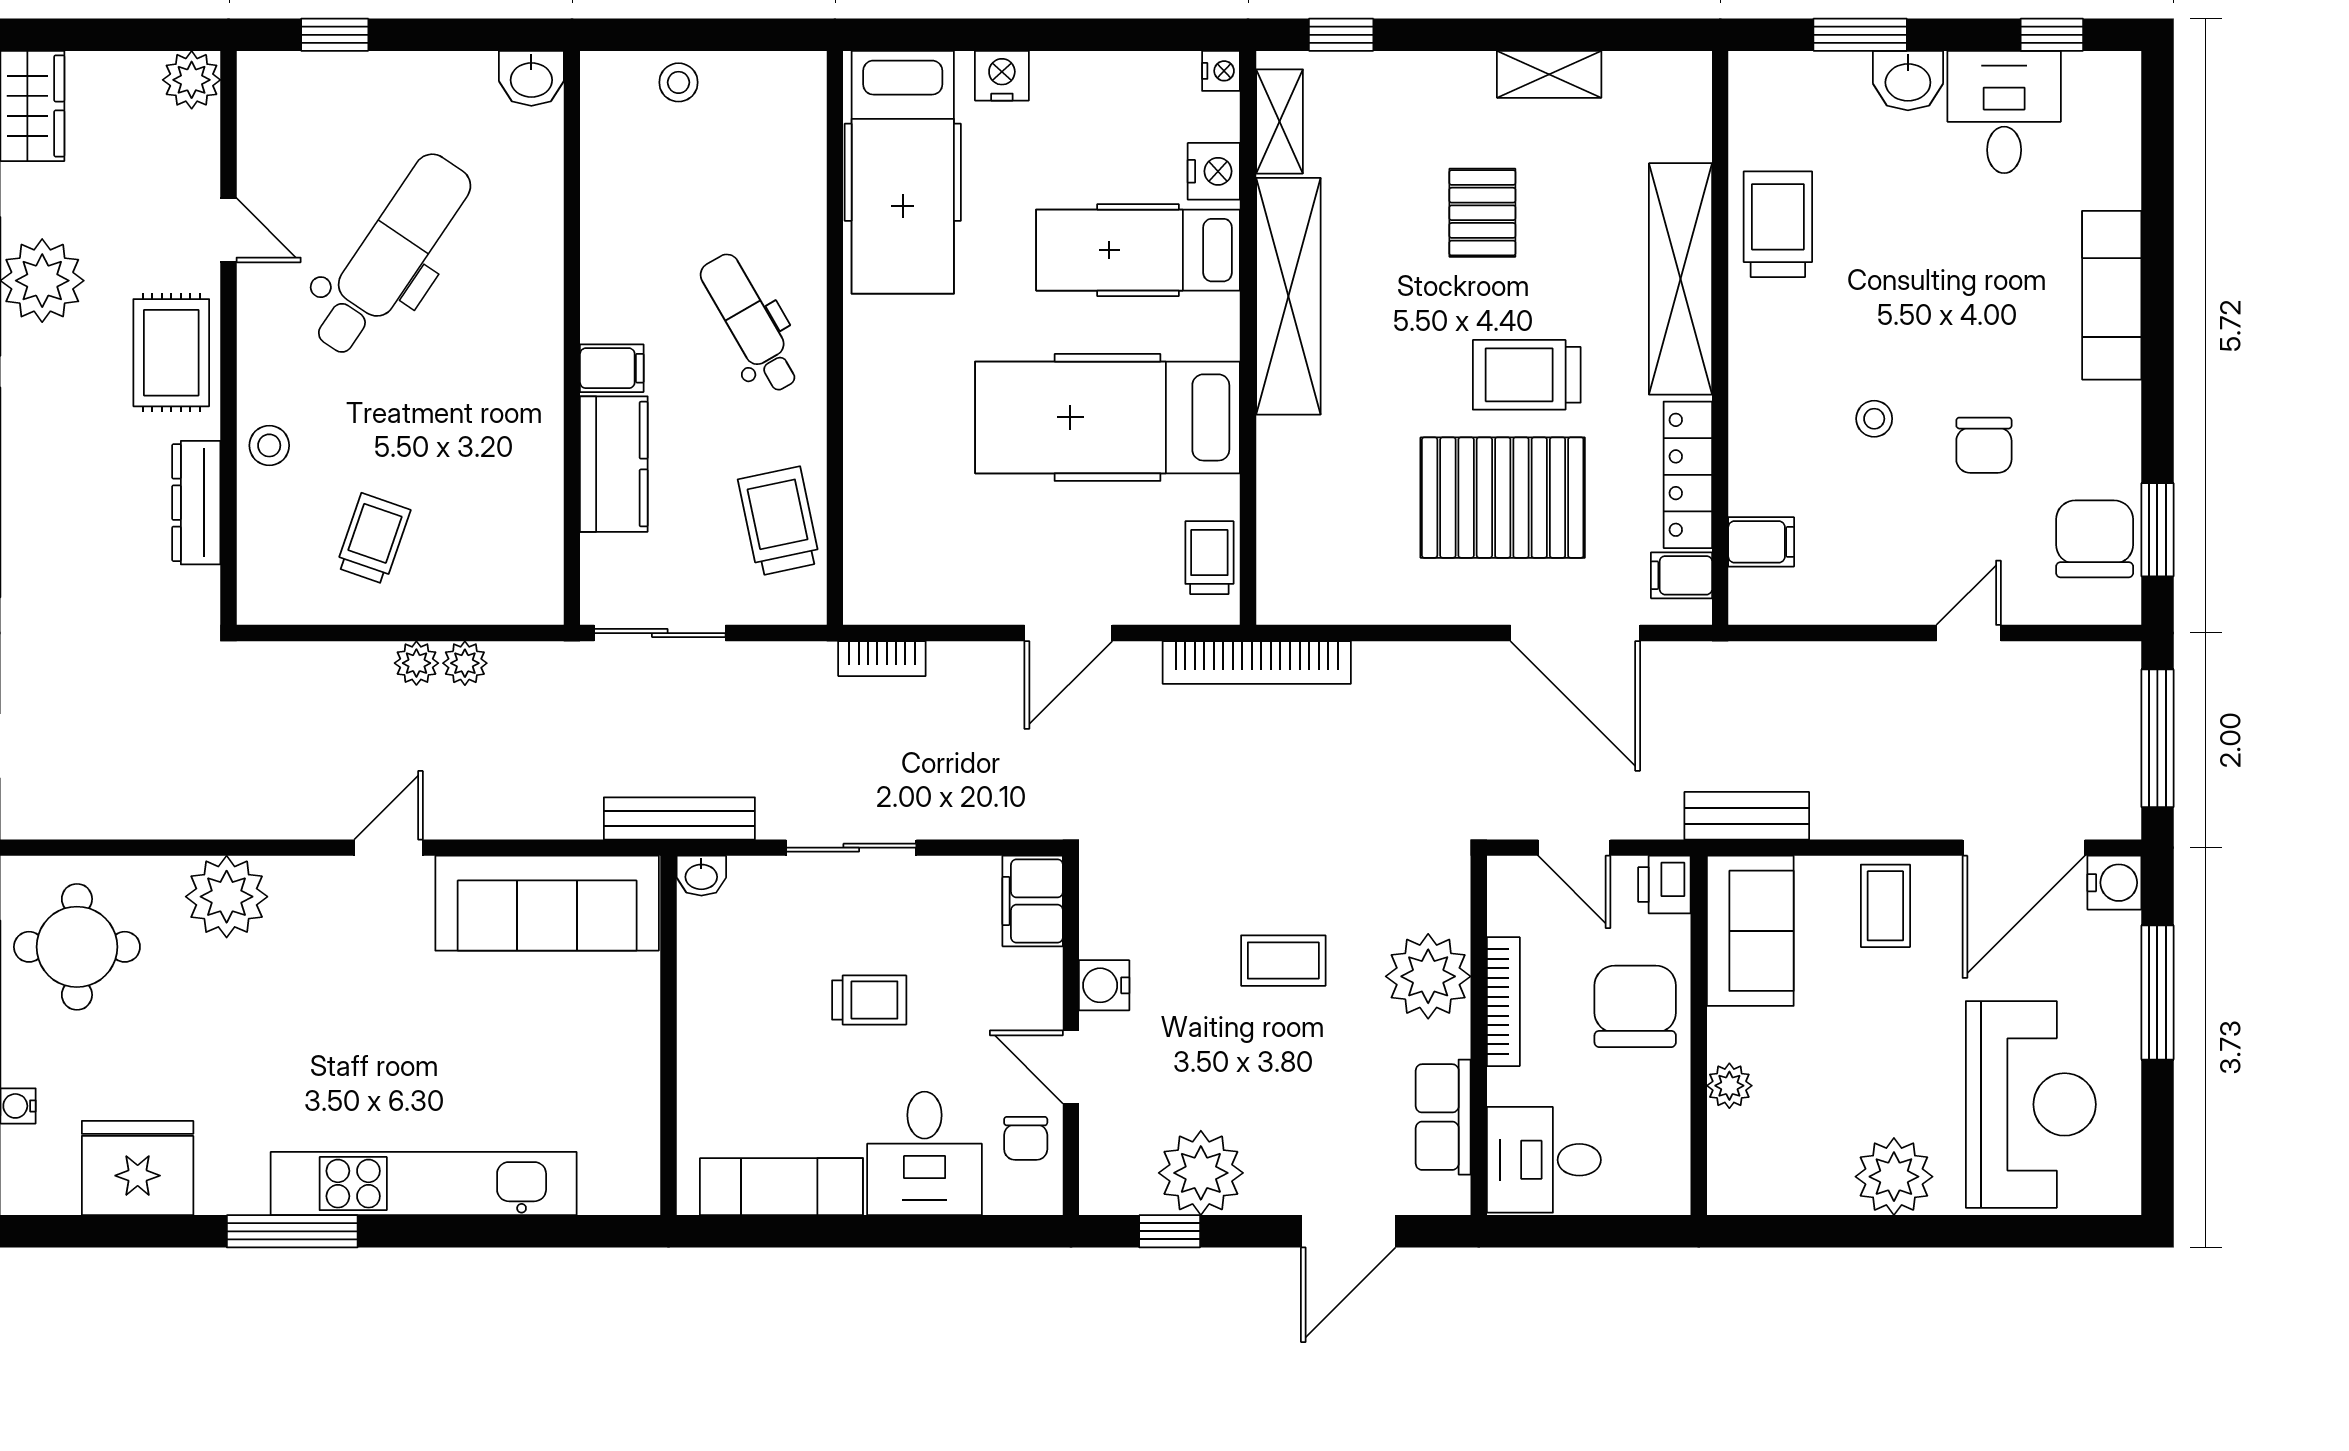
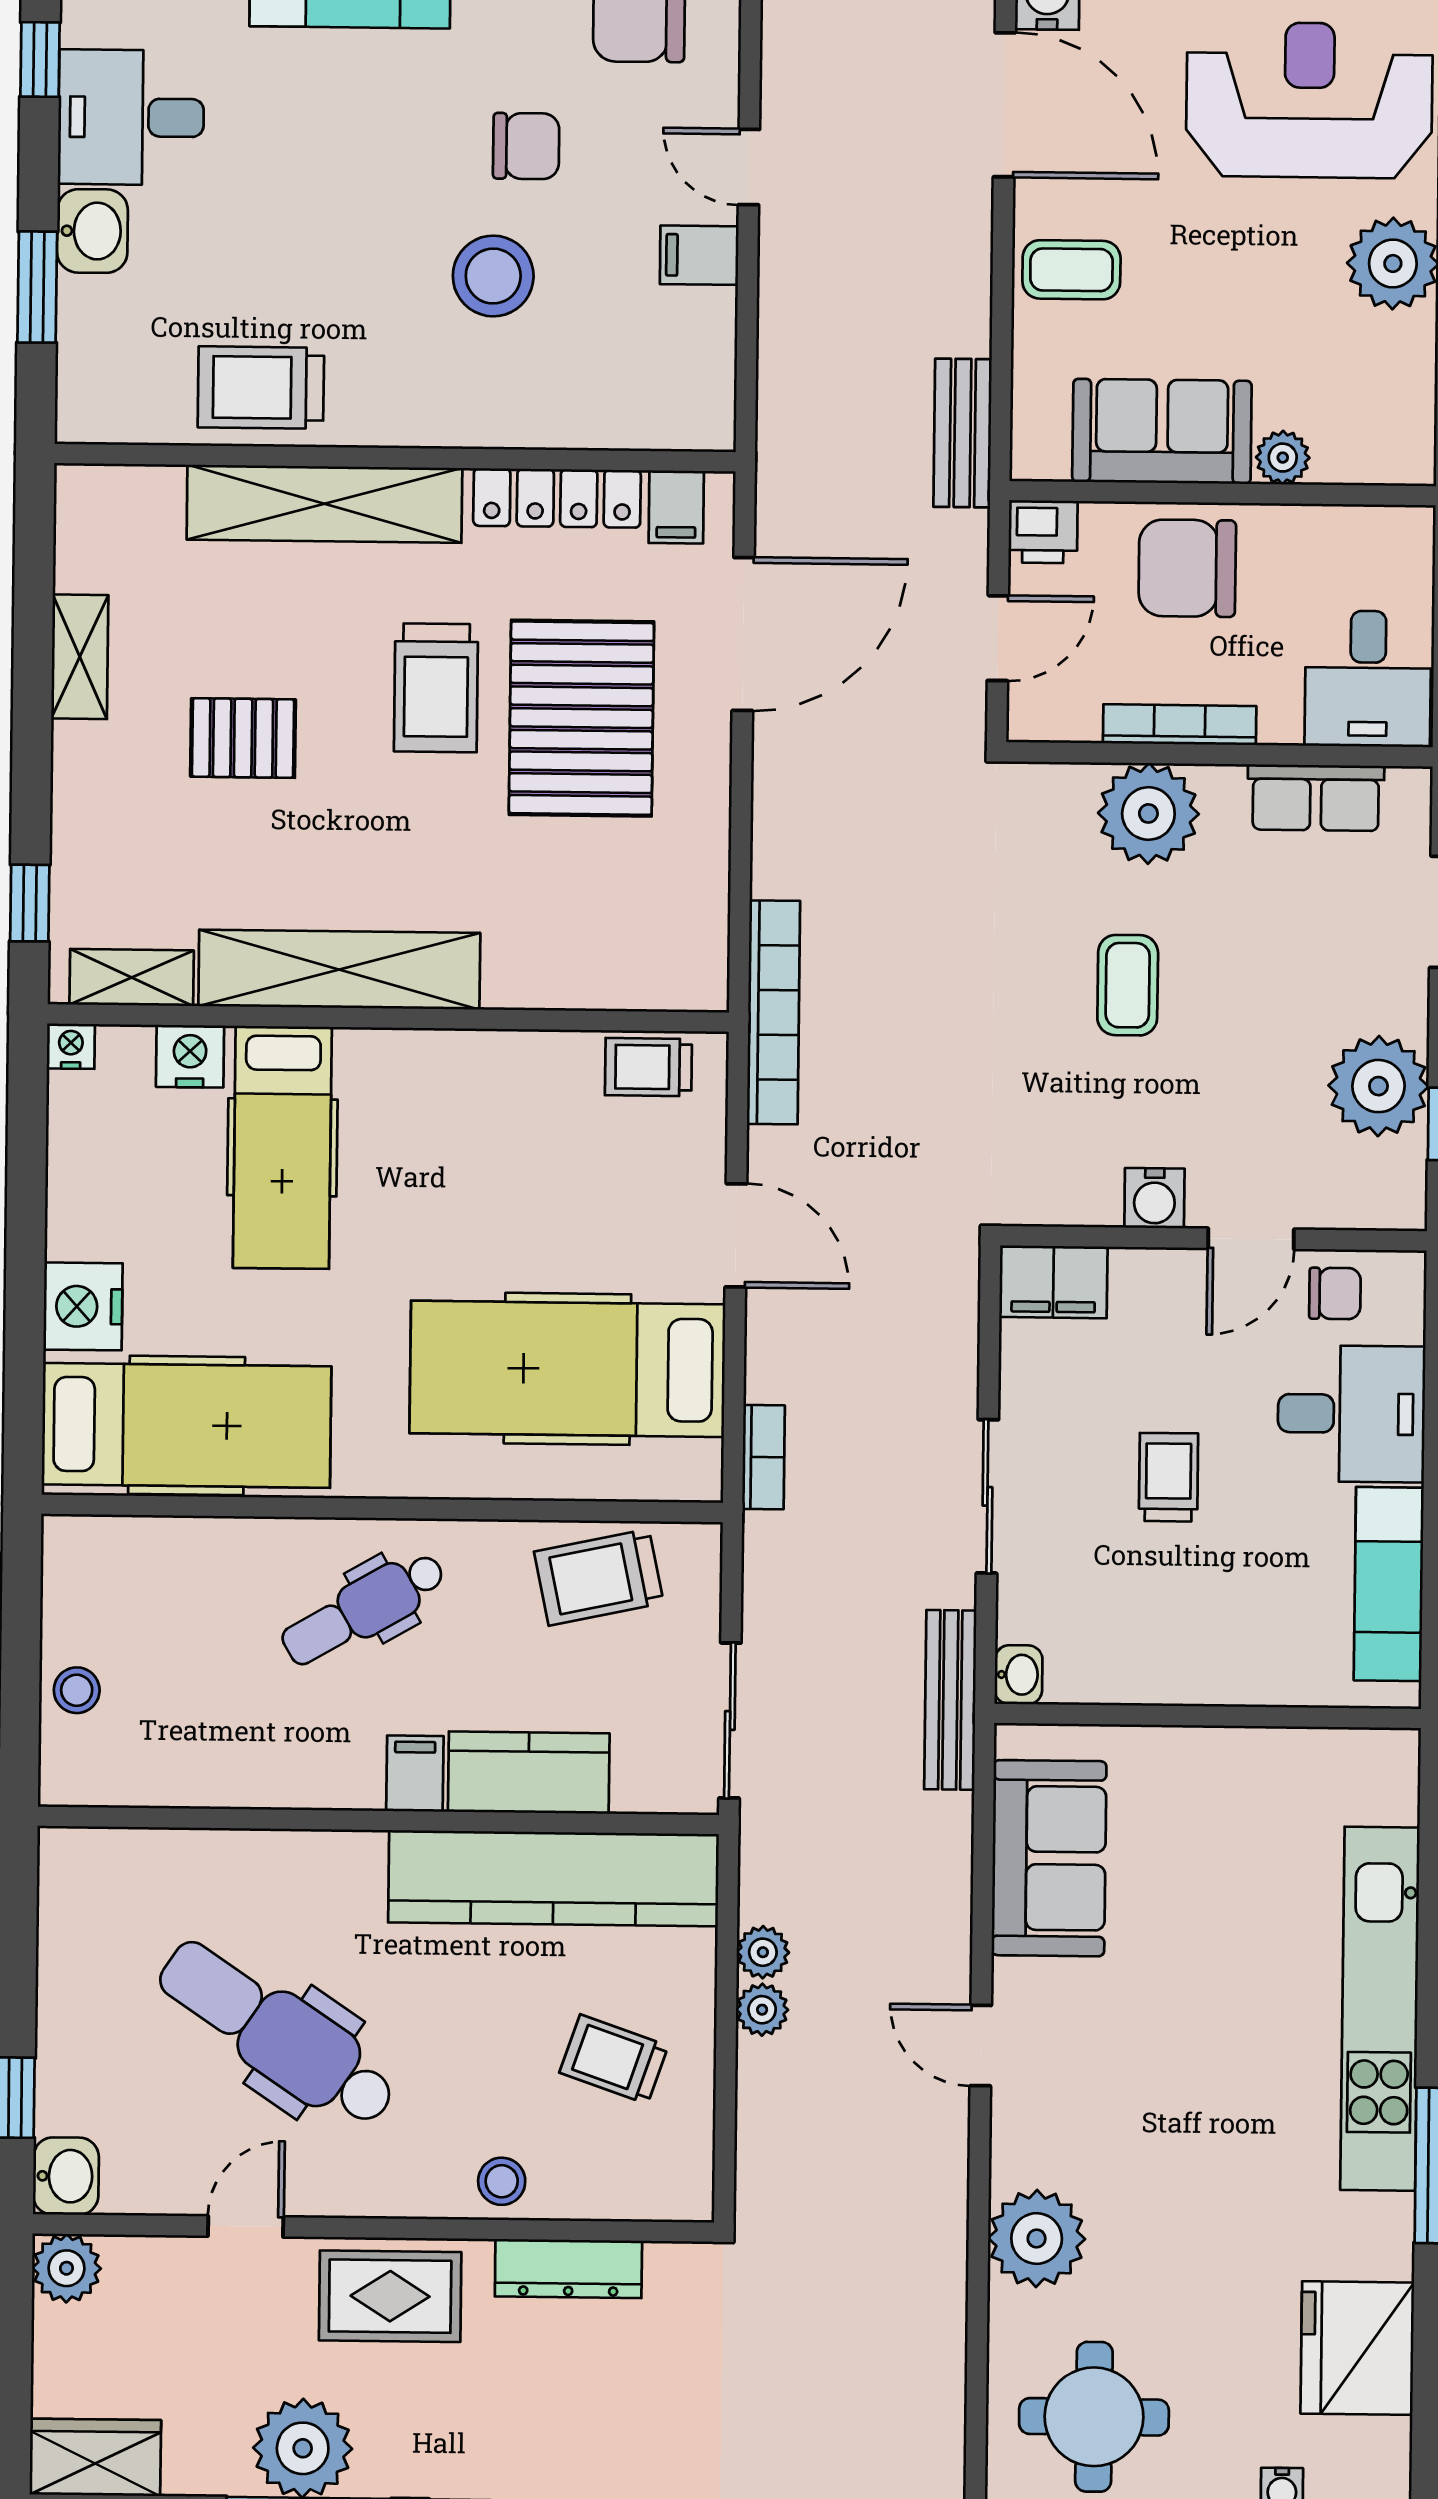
nightstand: (1002, 76) -> (83, 1306), width x1.36, depth x1.33
washbasin: (531, 78) -> (66, 2176), moved
hospital bed: (1108, 417) -> (567, 1369), moved, turned 90
stool: (1874, 419) -> (493, 276), width x1.89, depth x1.89
kitchen counter: (525, 486) -> (554, 1878), added
filing cabinet: (1761, 542) -> (699, 255), moved, turned -90
sofa: (547, 903) -> (1049, 1858), width x0.73
sofa: (1750, 931) -> (1162, 431), moved

